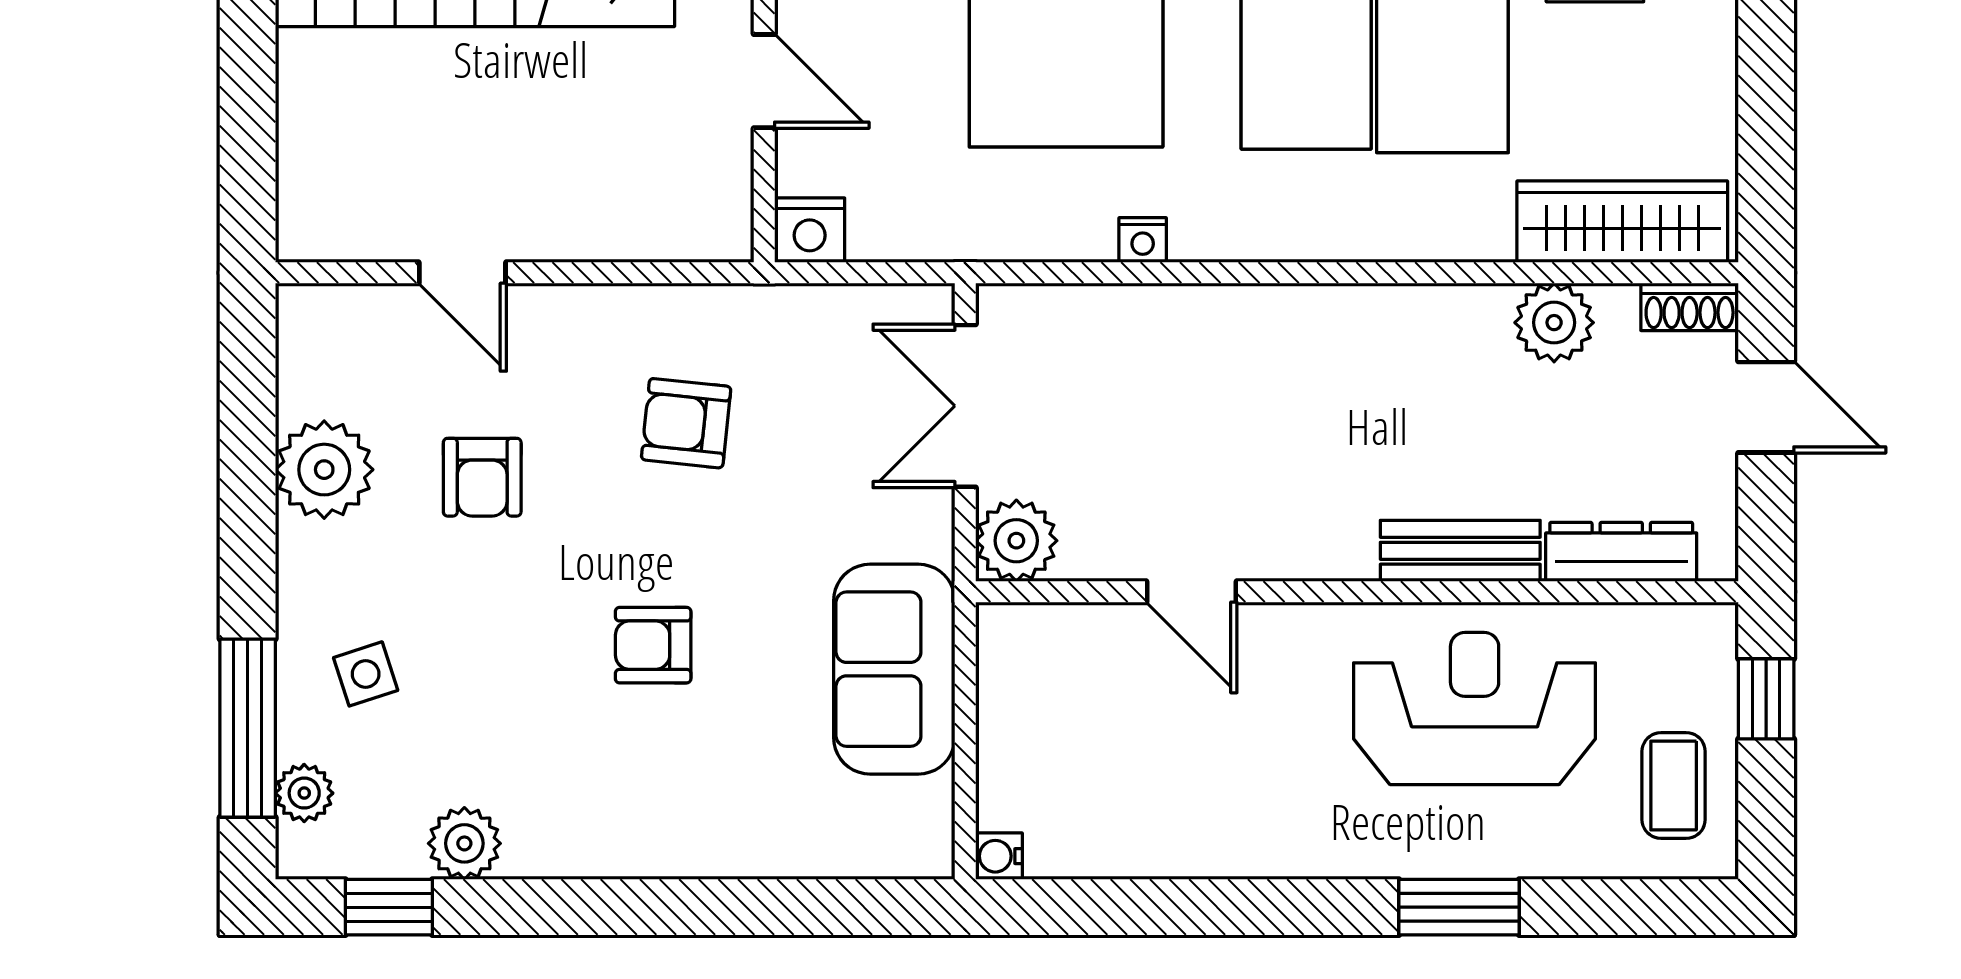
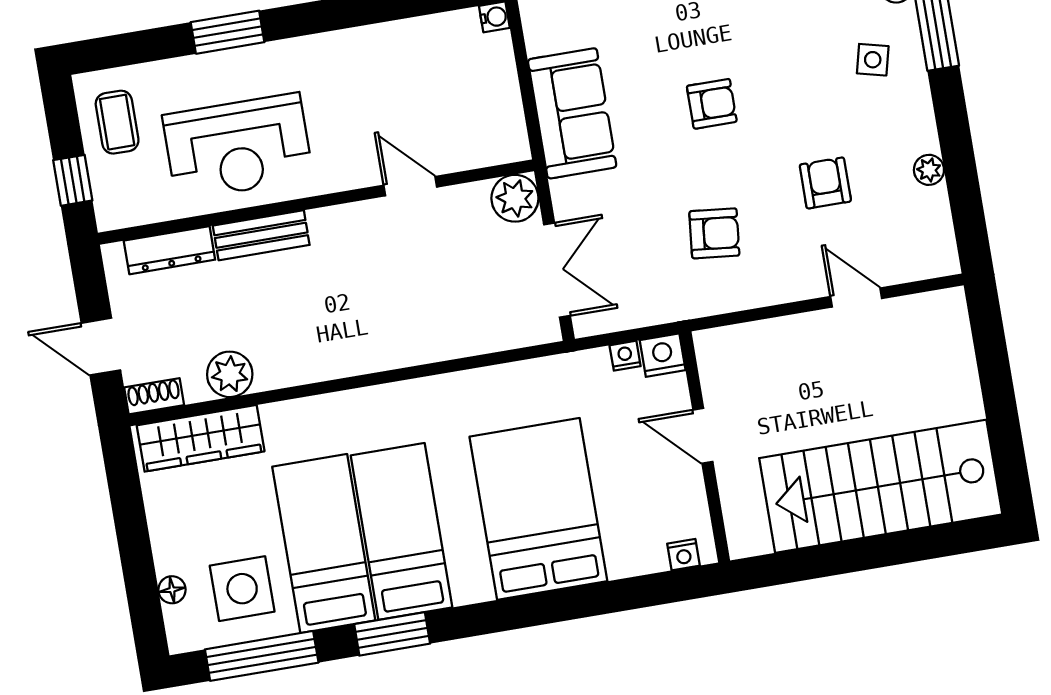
nightstand: (1143, 240) -> (625, 356), moved
plant: (324, 470) -> (929, 170), width x0.53, depth x0.53
side table: (366, 674) -> (873, 60), turned 32

